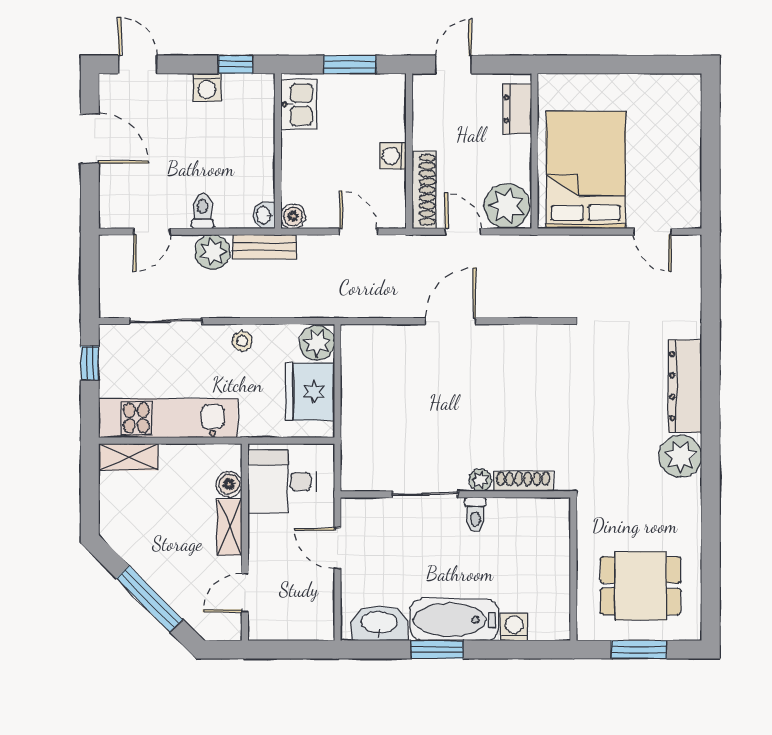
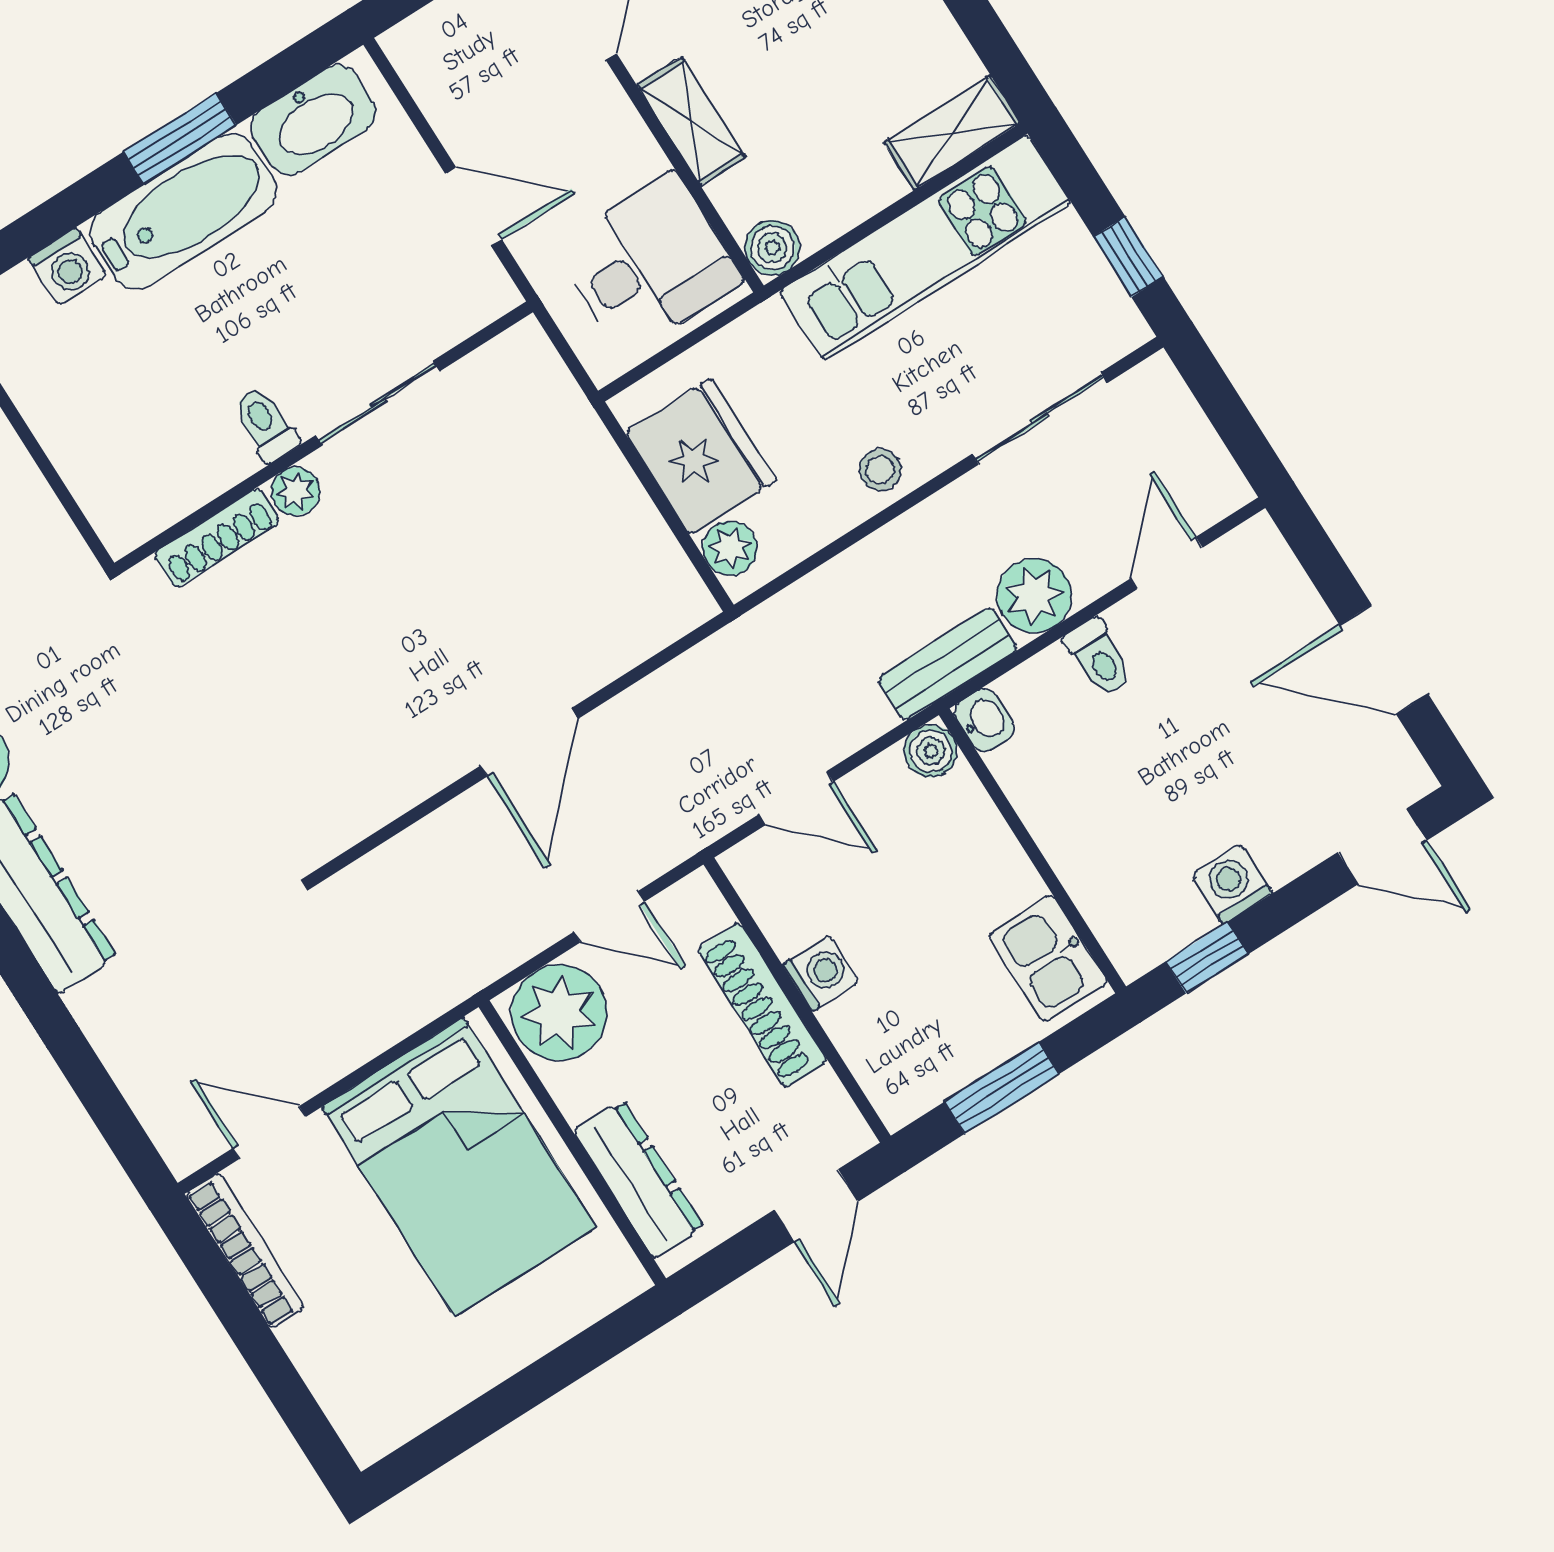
dresser: (517, 109) -> (638, 1179), width x1.44
shoe rack: (424, 190) -> (762, 1005), moved
bookcase: (692, 191) -> (245, 1251), added
plant: (317, 343) -> (730, 548), width x0.73, depth x0.73
boiler: (229, 484) -> (772, 248), moved

